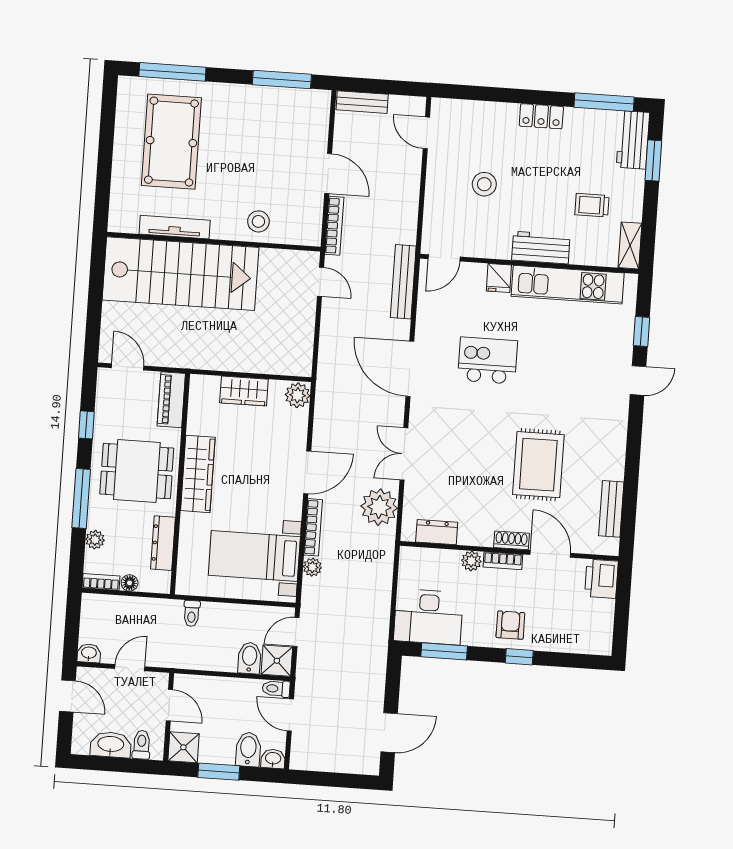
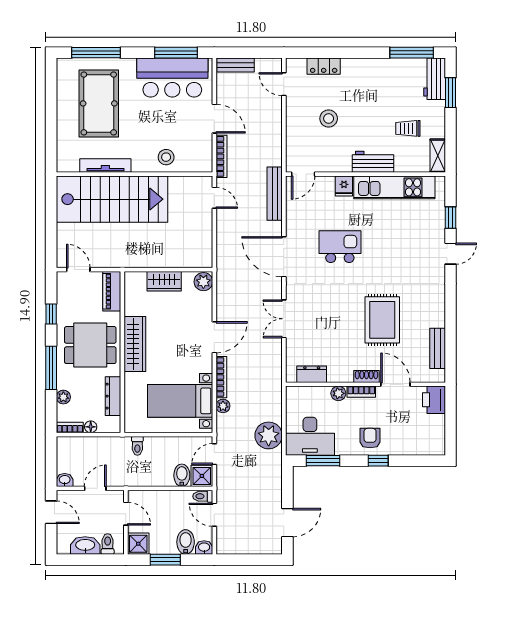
bar counter: (275, 113) -> (172, 78), added
locker: (541, 116) -> (324, 66), moved
plant: (379, 507) -> (269, 435), moved

